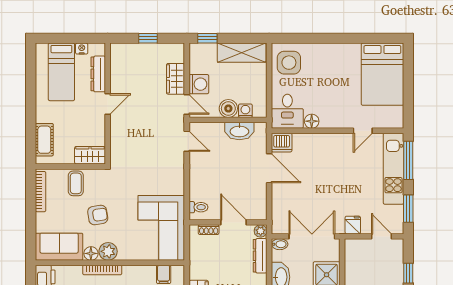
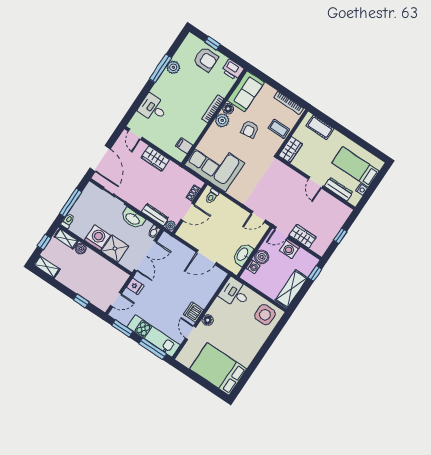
floor lamp: (312, 121) -> (208, 320), moved
dishwasher: (282, 143) -> (194, 312), moved

